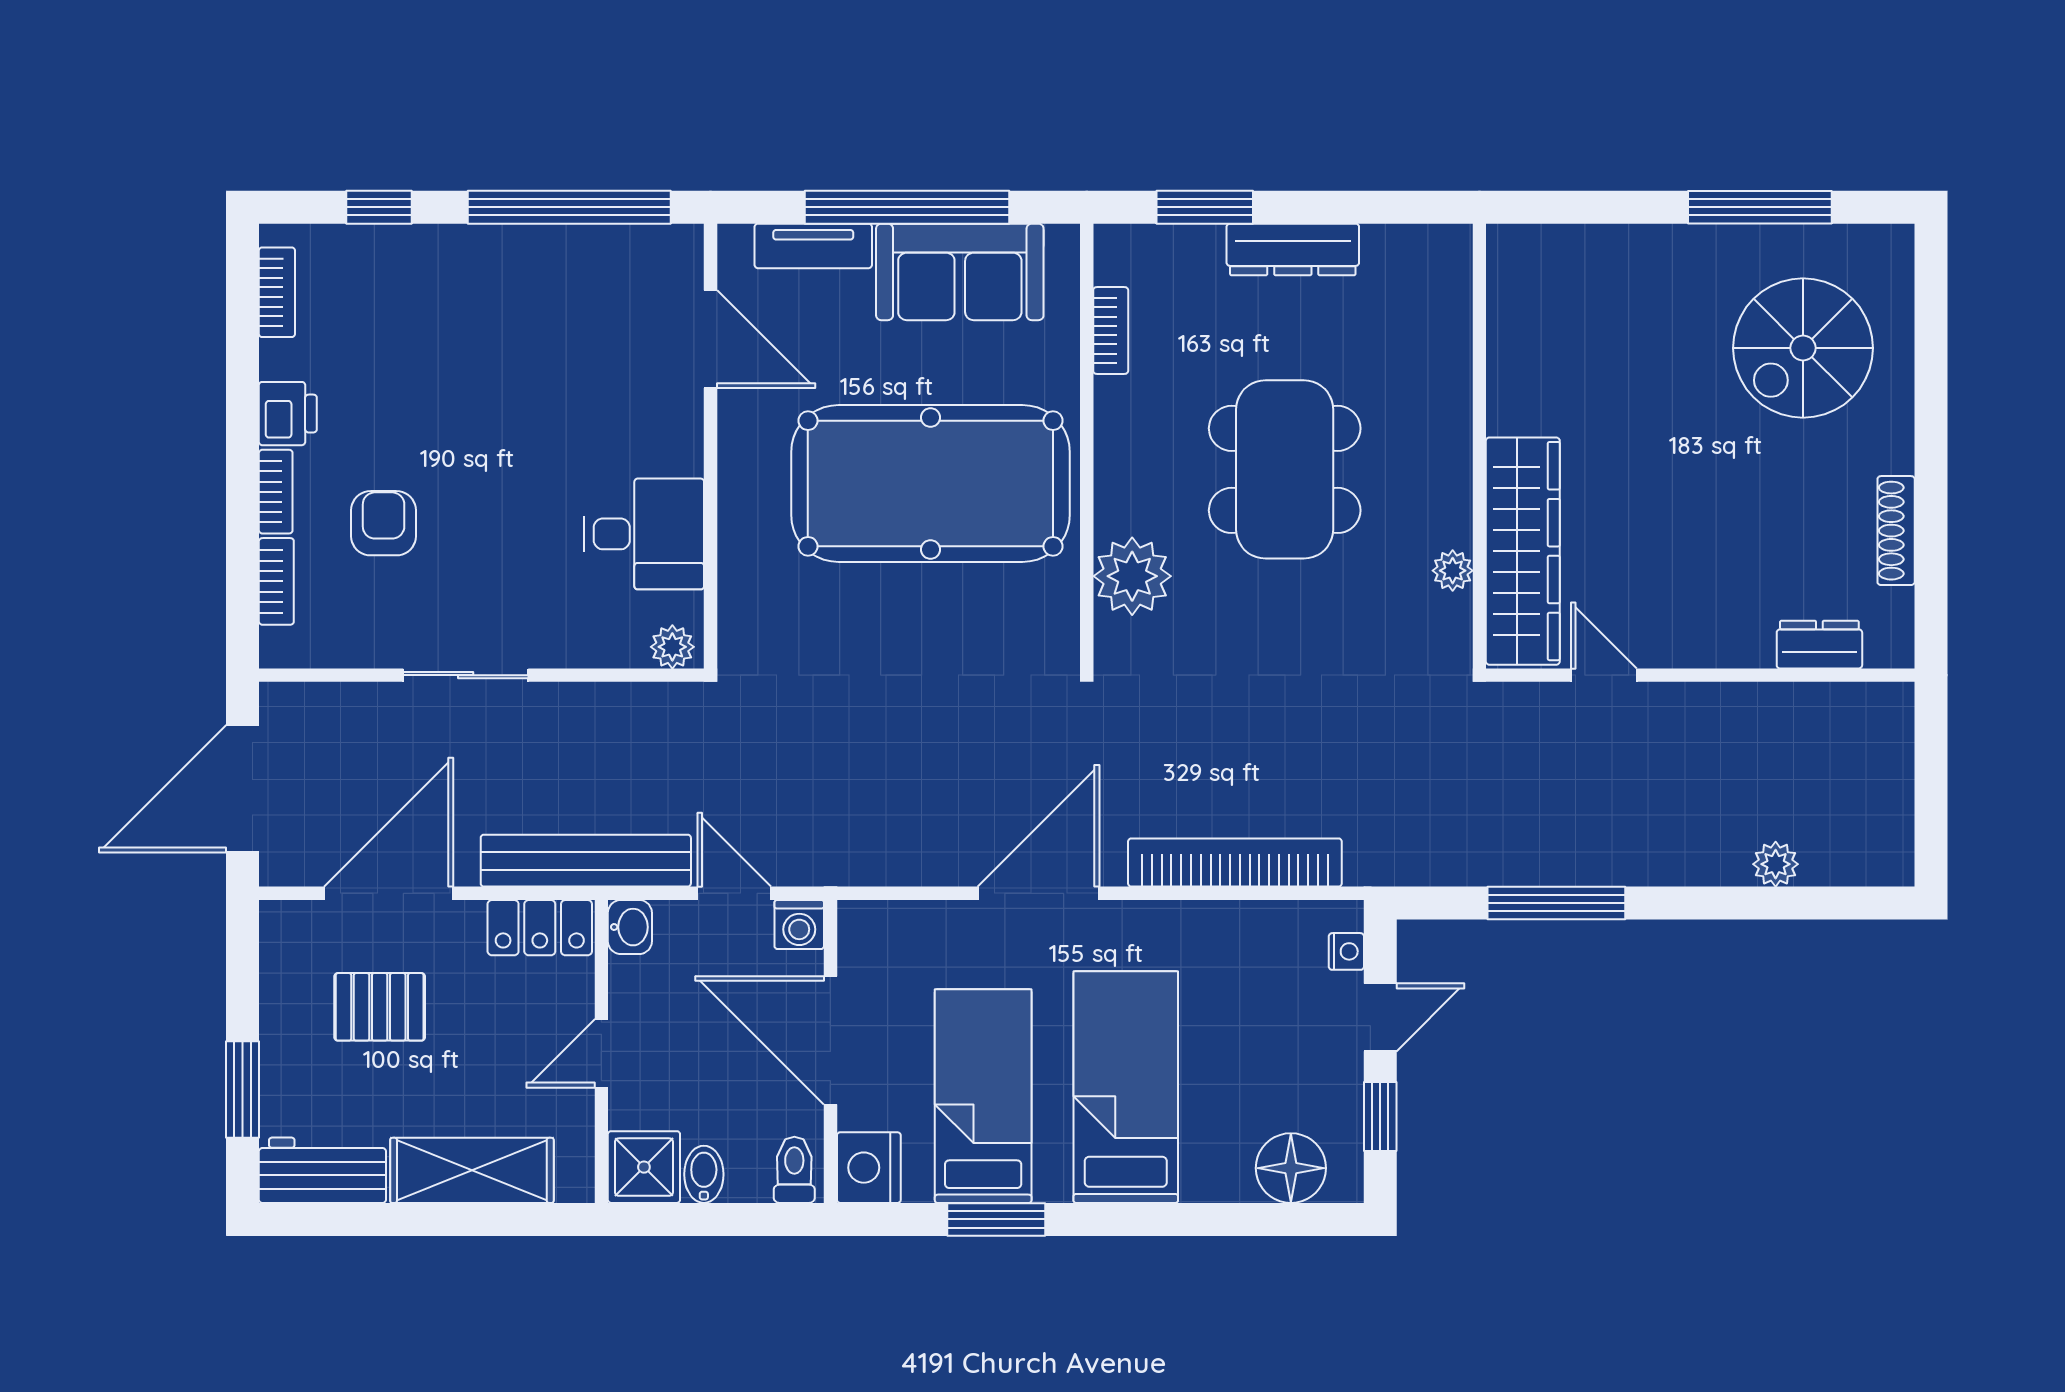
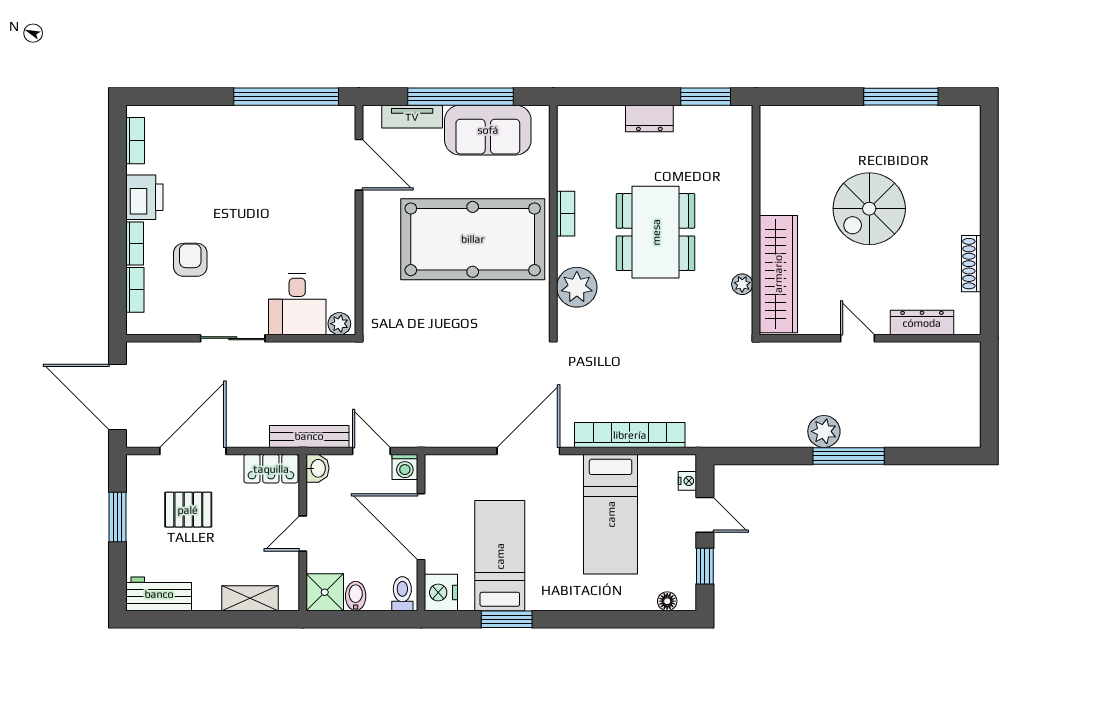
window: (379, 207) -> (188, 97), removed
window: (1205, 207) -> (706, 97), moved
dresser: (1293, 249) -> (649, 118), width x0.70
bookcase: (1111, 331) -> (566, 214), moved
spiral stairs: (1803, 348) -> (869, 209), moved
printer: (288, 414) -> (144, 197), width x1.36, depth x1.24
desk: (644, 534) -> (297, 304), moved, turned 90
dresser: (1819, 645) -> (922, 323), width x1.44
door: (1604, 675) -> (857, 338), moved
door: (243, 789) -> (117, 397), hinge flipped
bench: (586, 861) -> (309, 436), width x0.73, depth x0.82
plant: (1776, 864) -> (824, 431), moved, width x1.38, depth x1.38
window: (1556, 903) -> (849, 456), moved
door: (1380, 1017) -> (705, 515), hinge flipped
bed: (1126, 1087) -> (611, 514), moved, turned 180
window: (243, 1089) -> (117, 517), moved
floor lamp: (1291, 1168) -> (667, 601), width x0.53, depth x0.53
shelving: (472, 1170) -> (250, 598), width x0.67, depth x0.75

